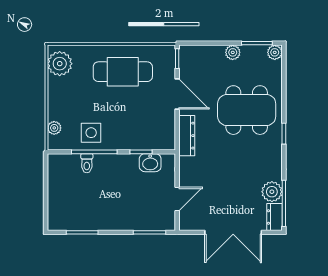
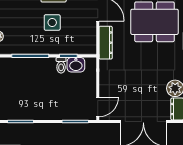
side table: (91, 133) -> (52, 22), moved
toilet: (87, 163) -> (61, 65), moved
door: (177, 199) -> (98, 107), moved

